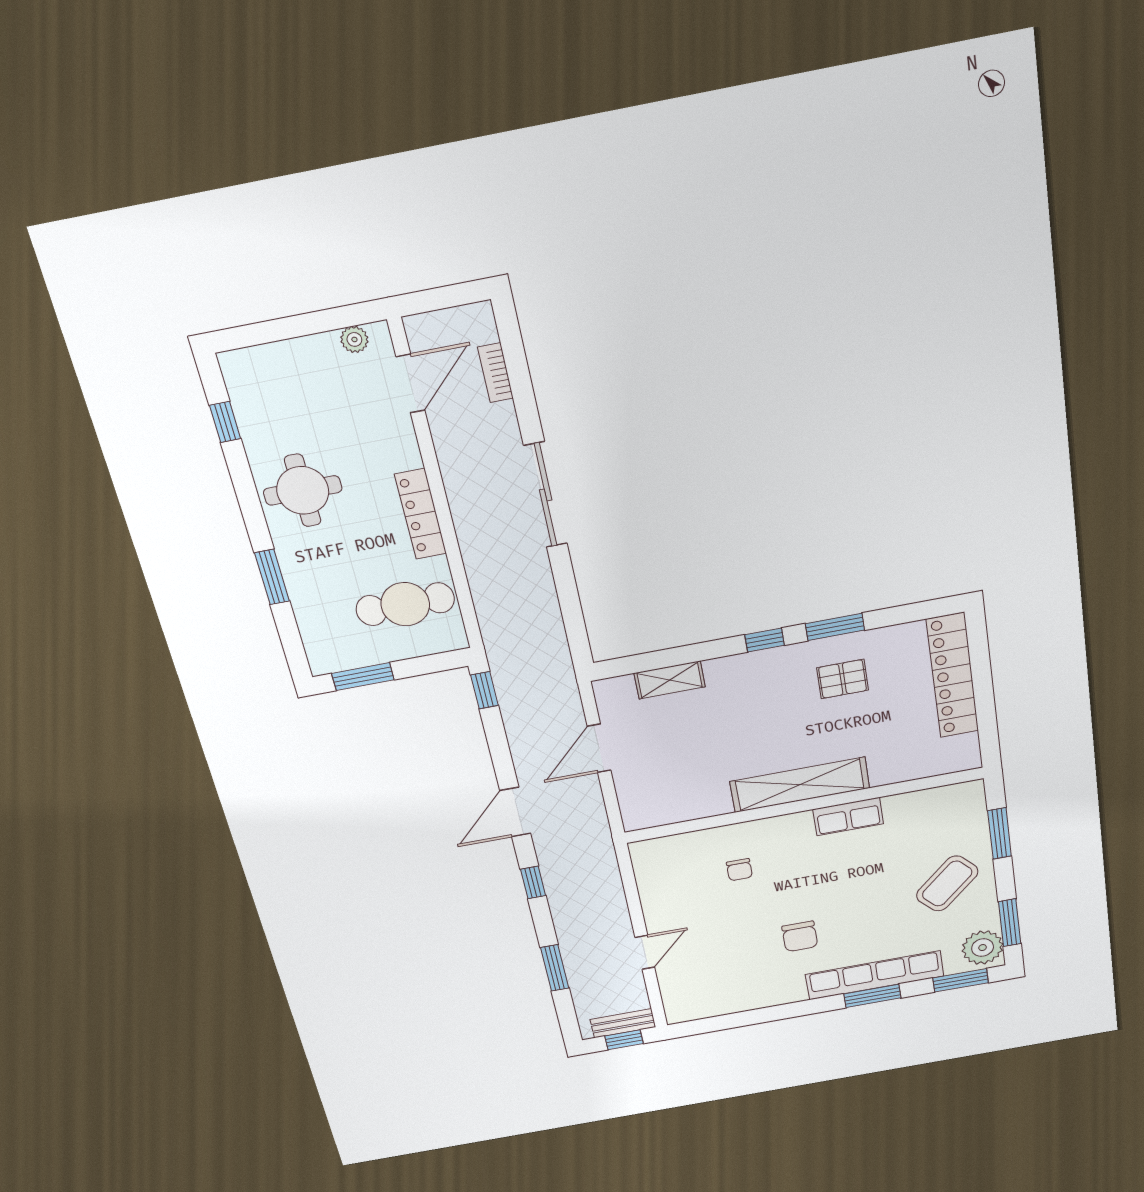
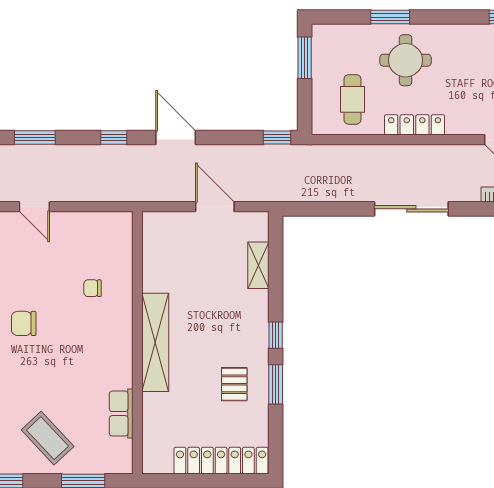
round table: (303, 490) -> (406, 60), moved
cafe table: (405, 604) -> (352, 99), width x0.73, depth x0.74
row of seats: (848, 817) -> (121, 414), moved

